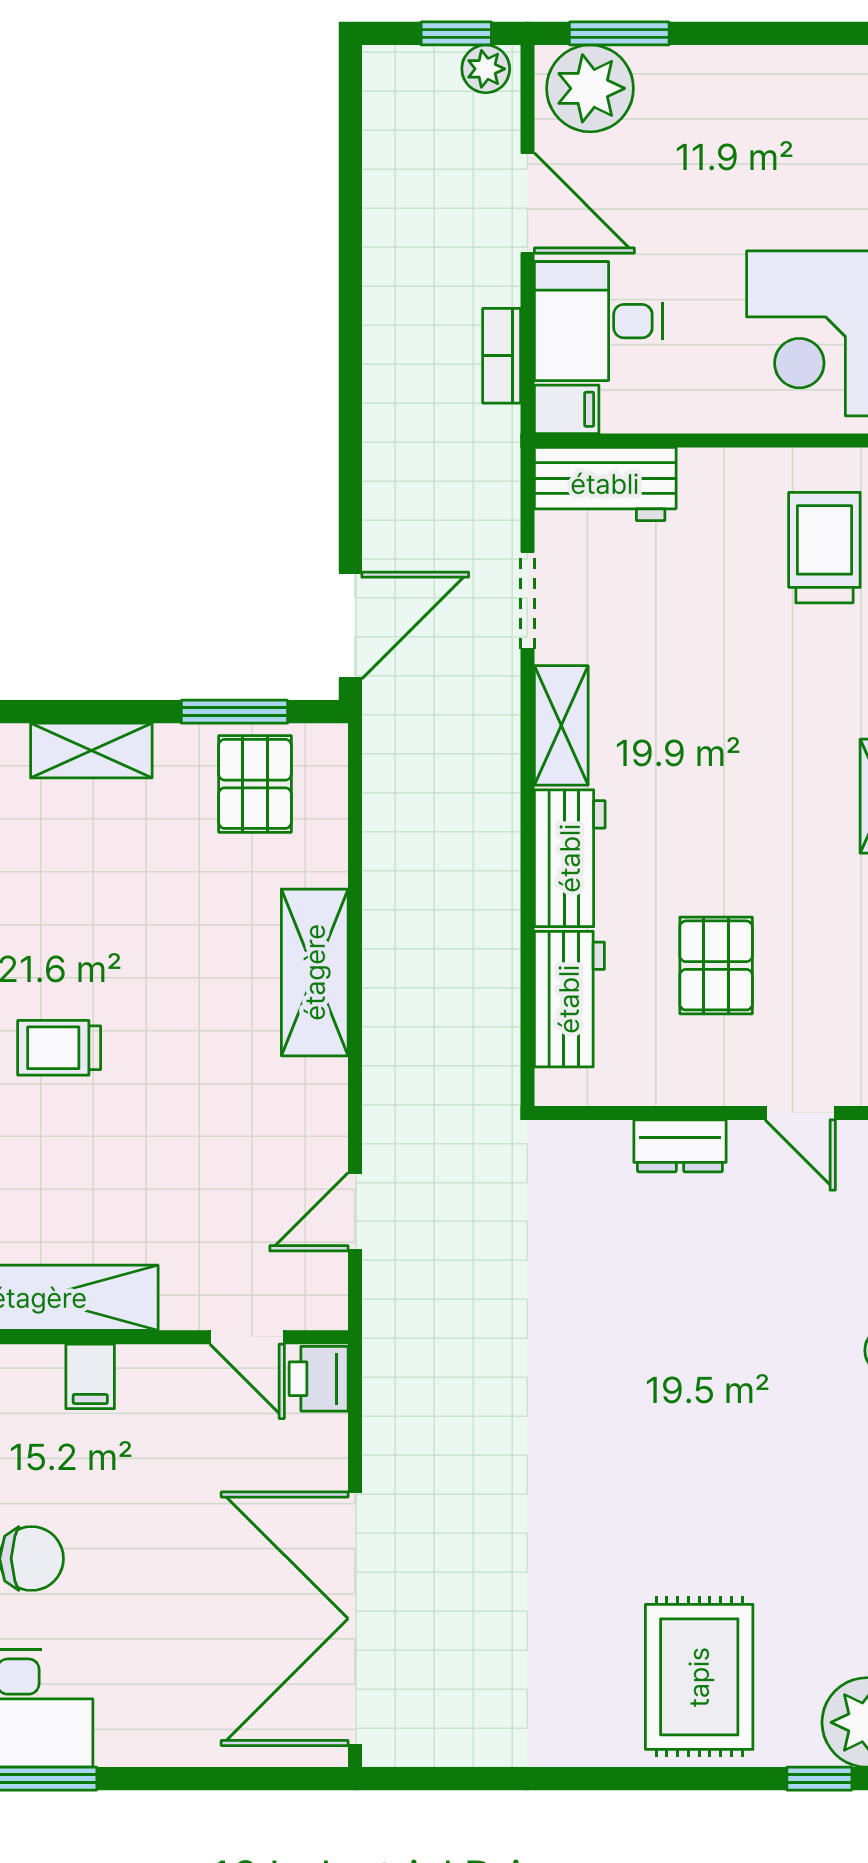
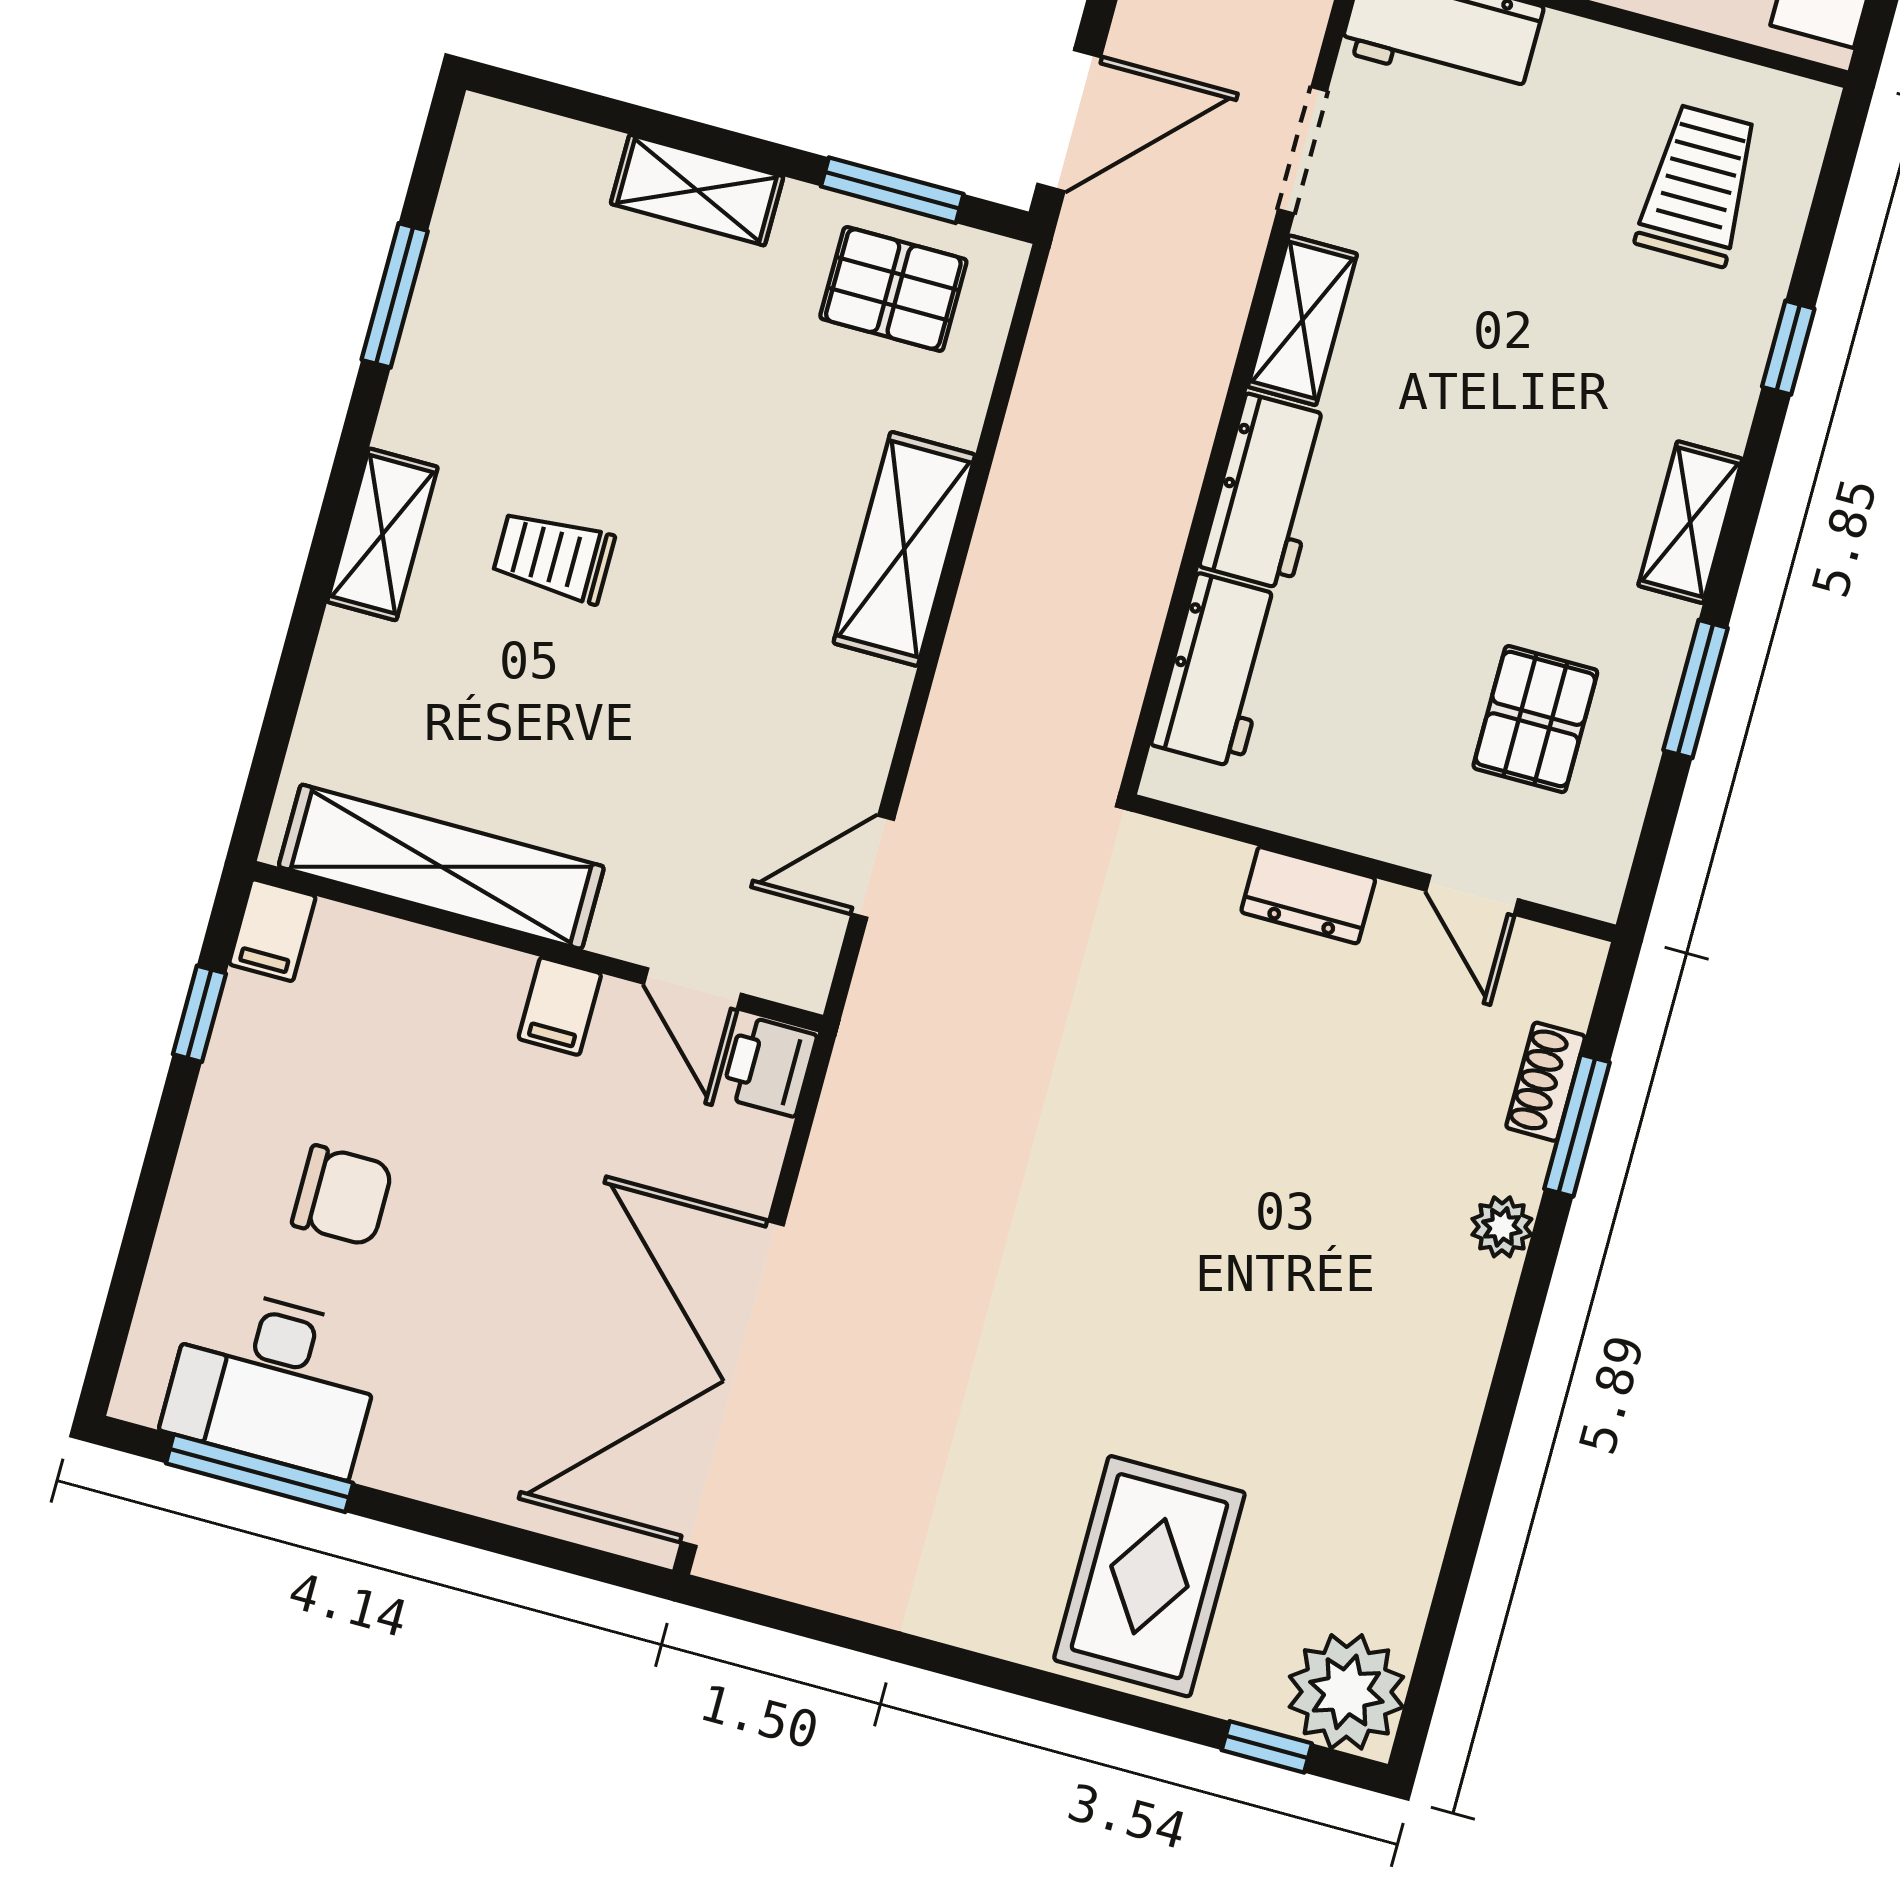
pallet: (255, 784) -> (893, 289), turned 90
pallet: (716, 965) -> (1535, 719), moved
filing cabinet: (90, 1376) -> (560, 1006), moved

